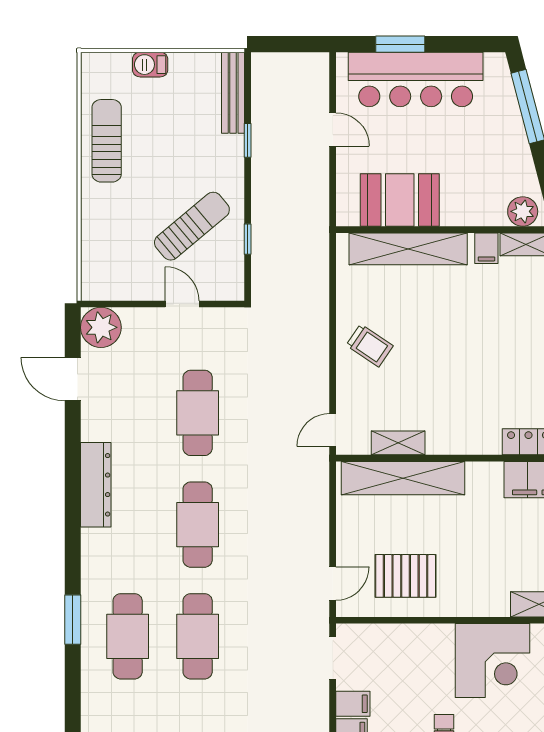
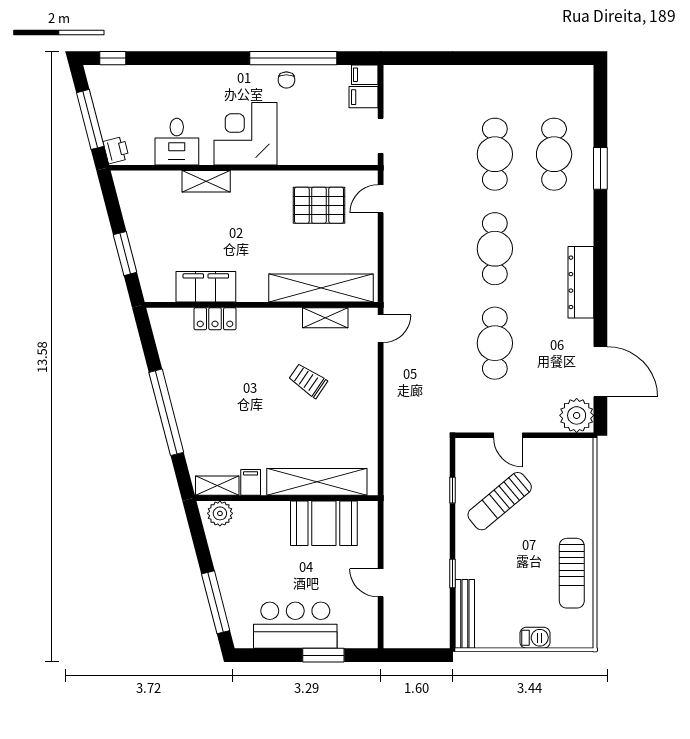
bar counter: (416, 79) -> (295, 625), width x0.73
trolley: (370, 346) -> (308, 381), moved
door: (73, 379) -> (600, 372), width x1.36

